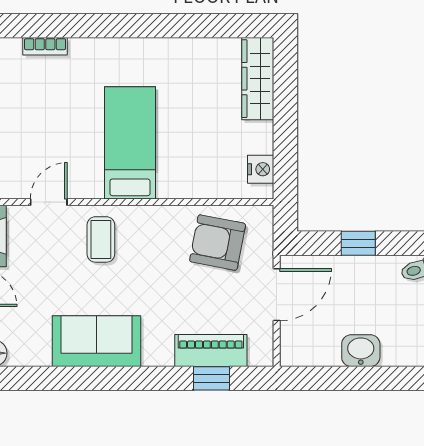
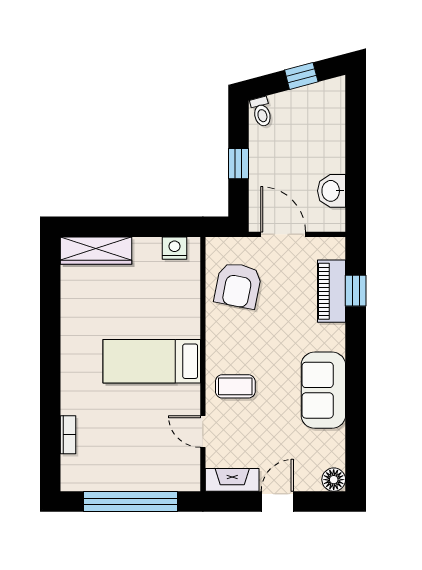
washbasin: (361, 351) -> (332, 191), moved

